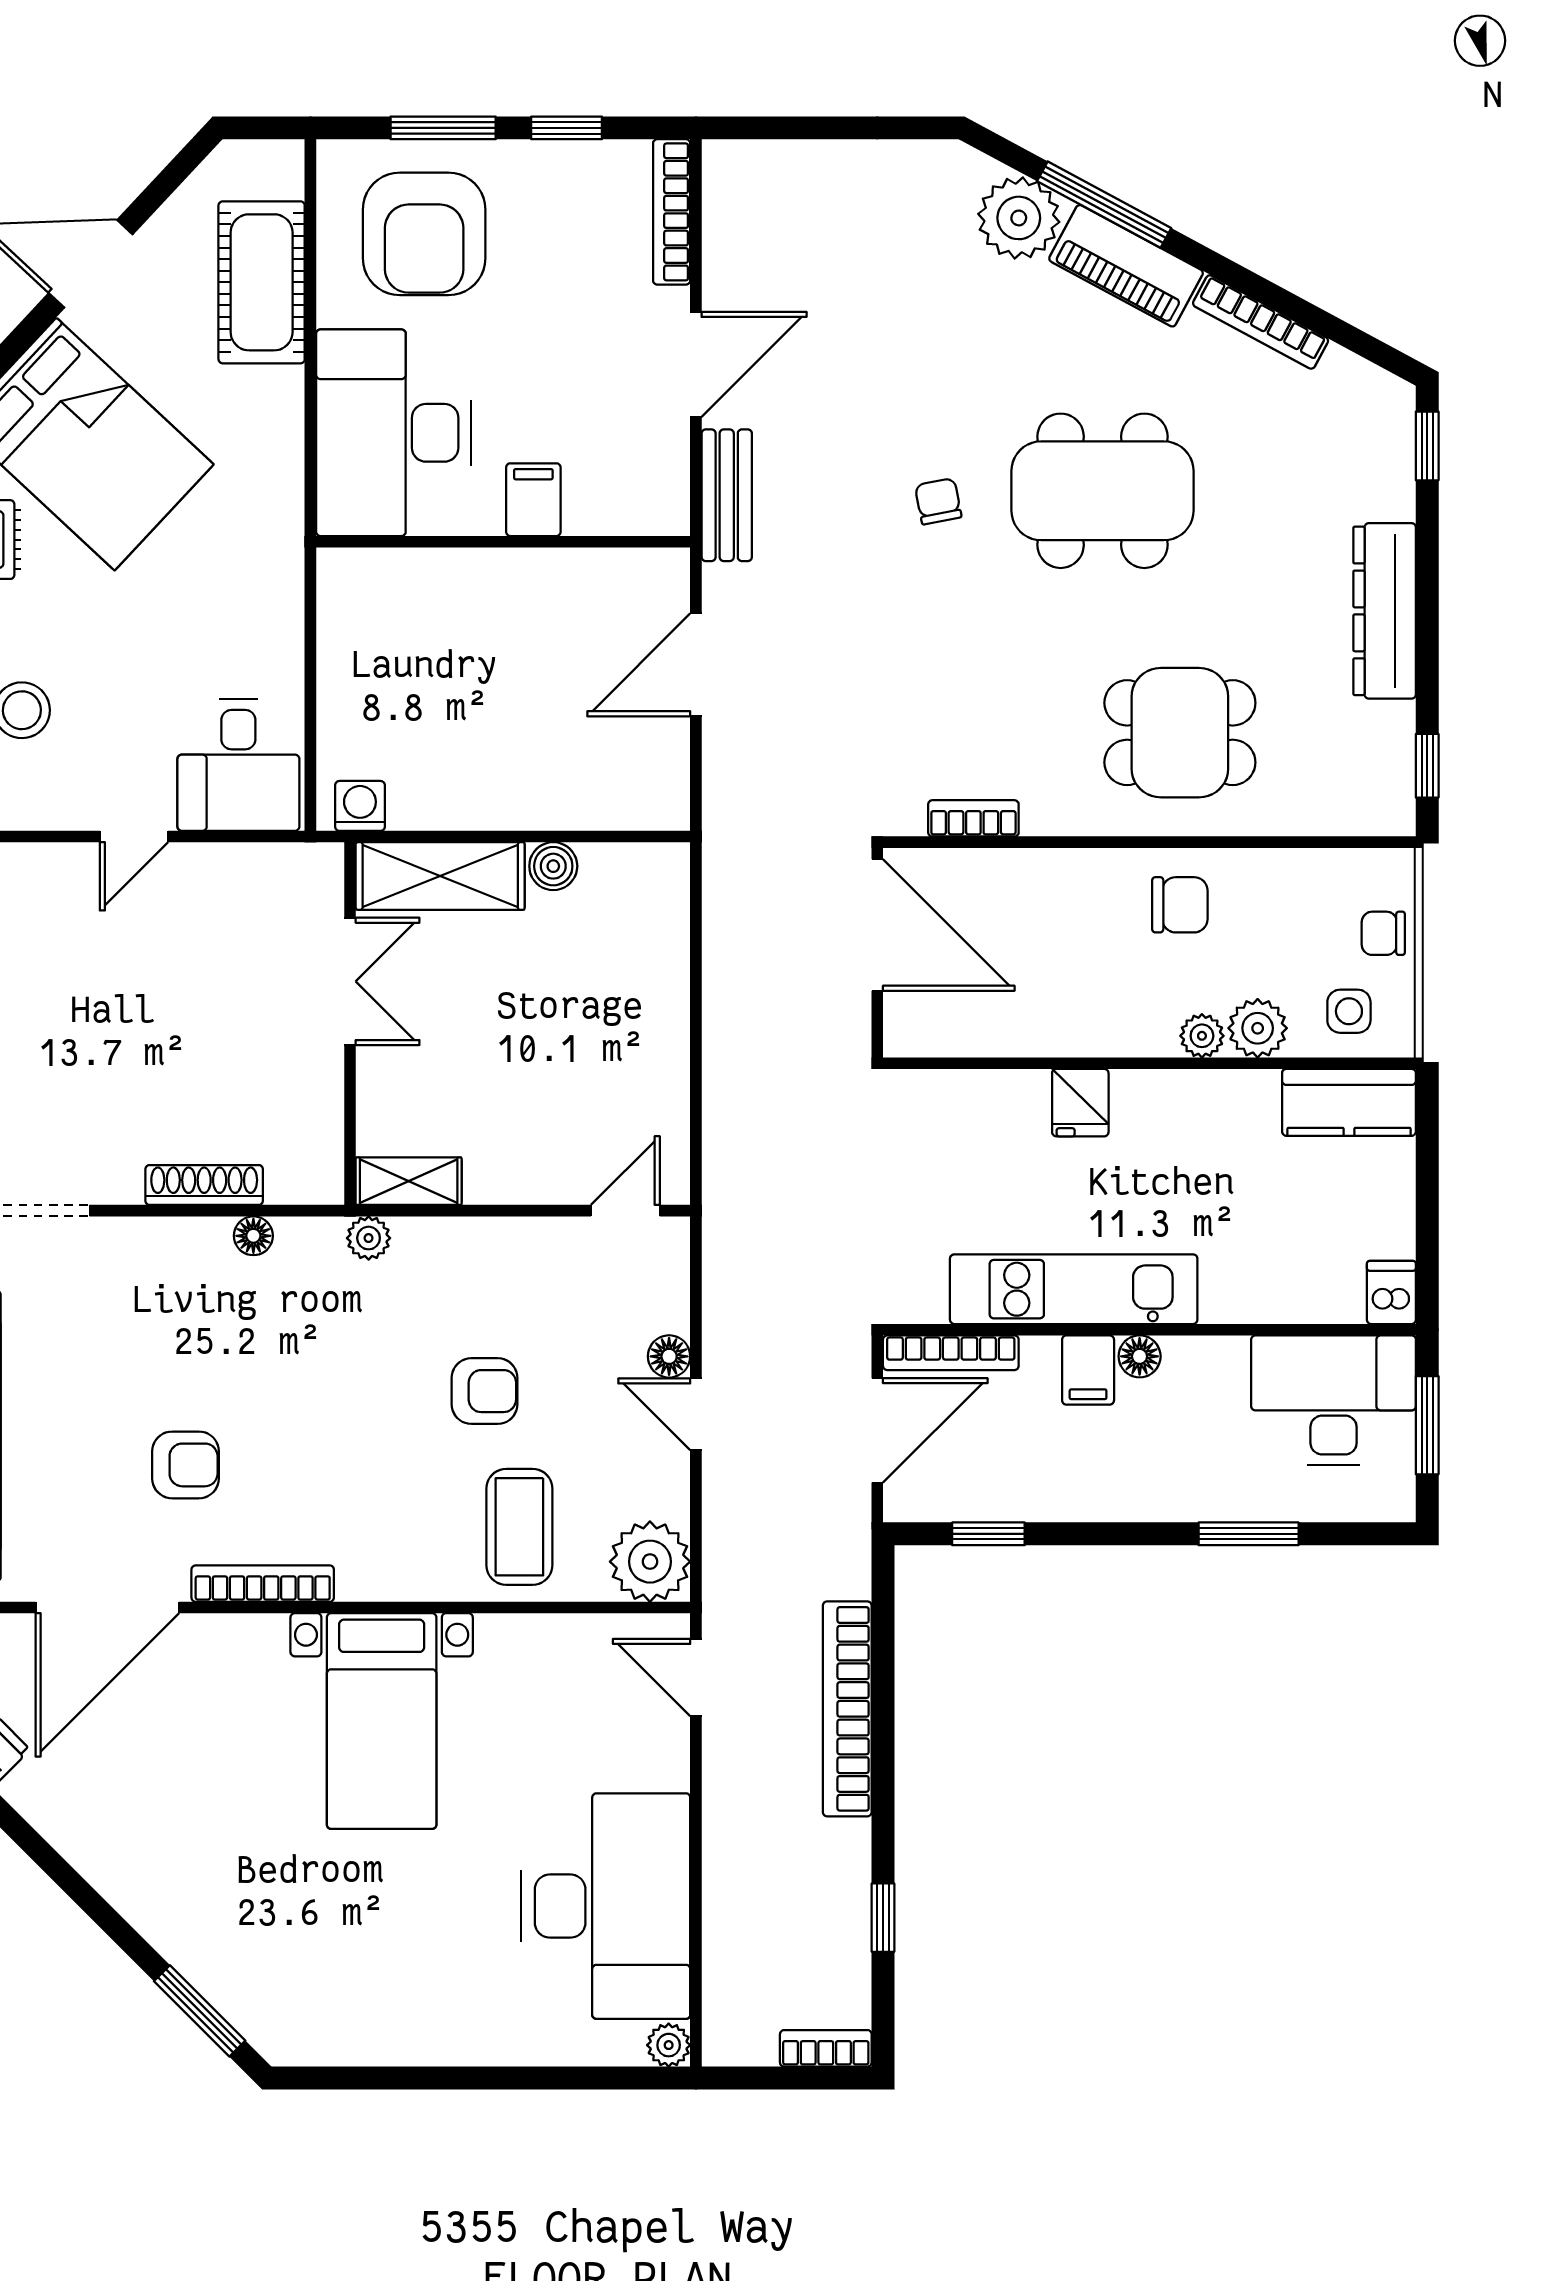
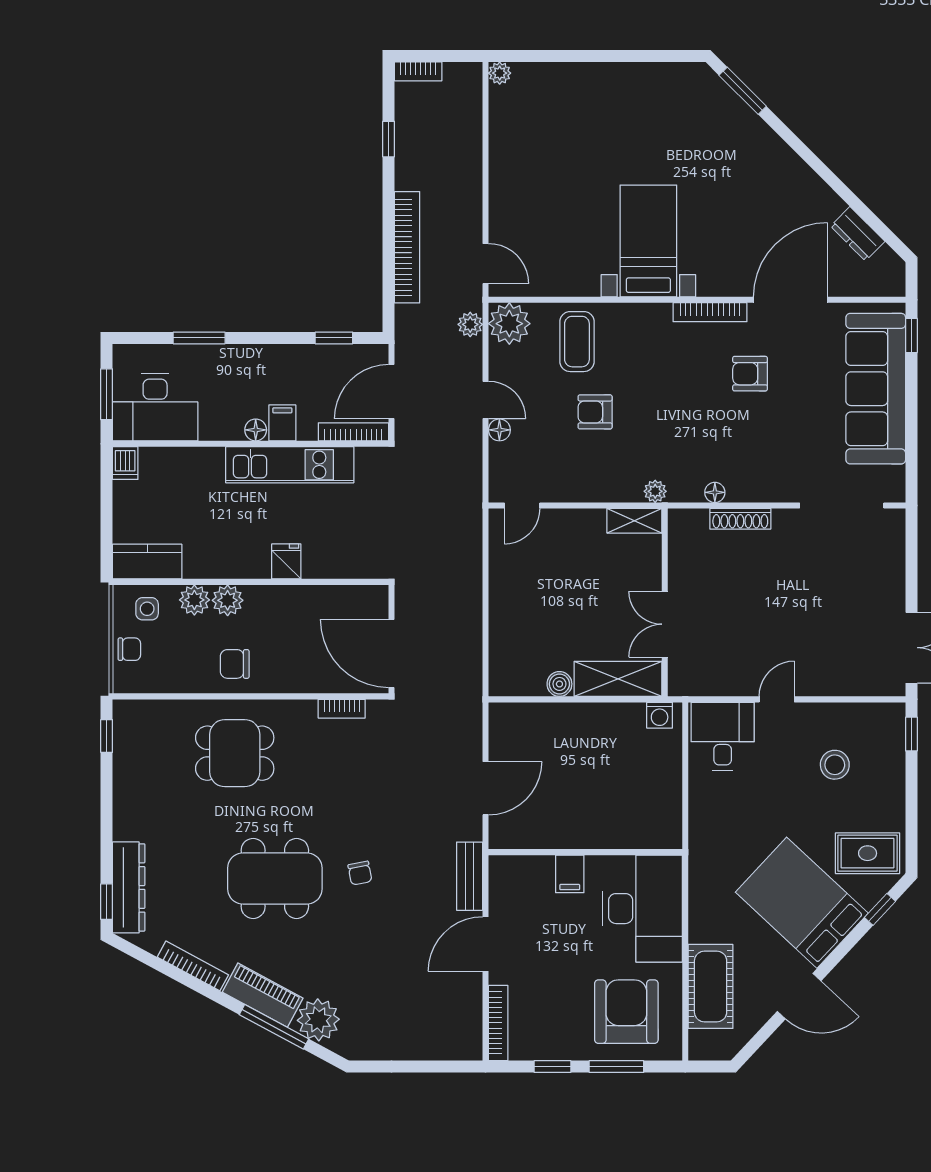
dresser: (1385, 611) -> (129, 887), moved
plant: (1202, 1036) -> (228, 600), width x1.38, depth x1.38
plant: (725, 1560) -> (470, 324), added
desk: (606, 1906) -> (532, 145), removed

